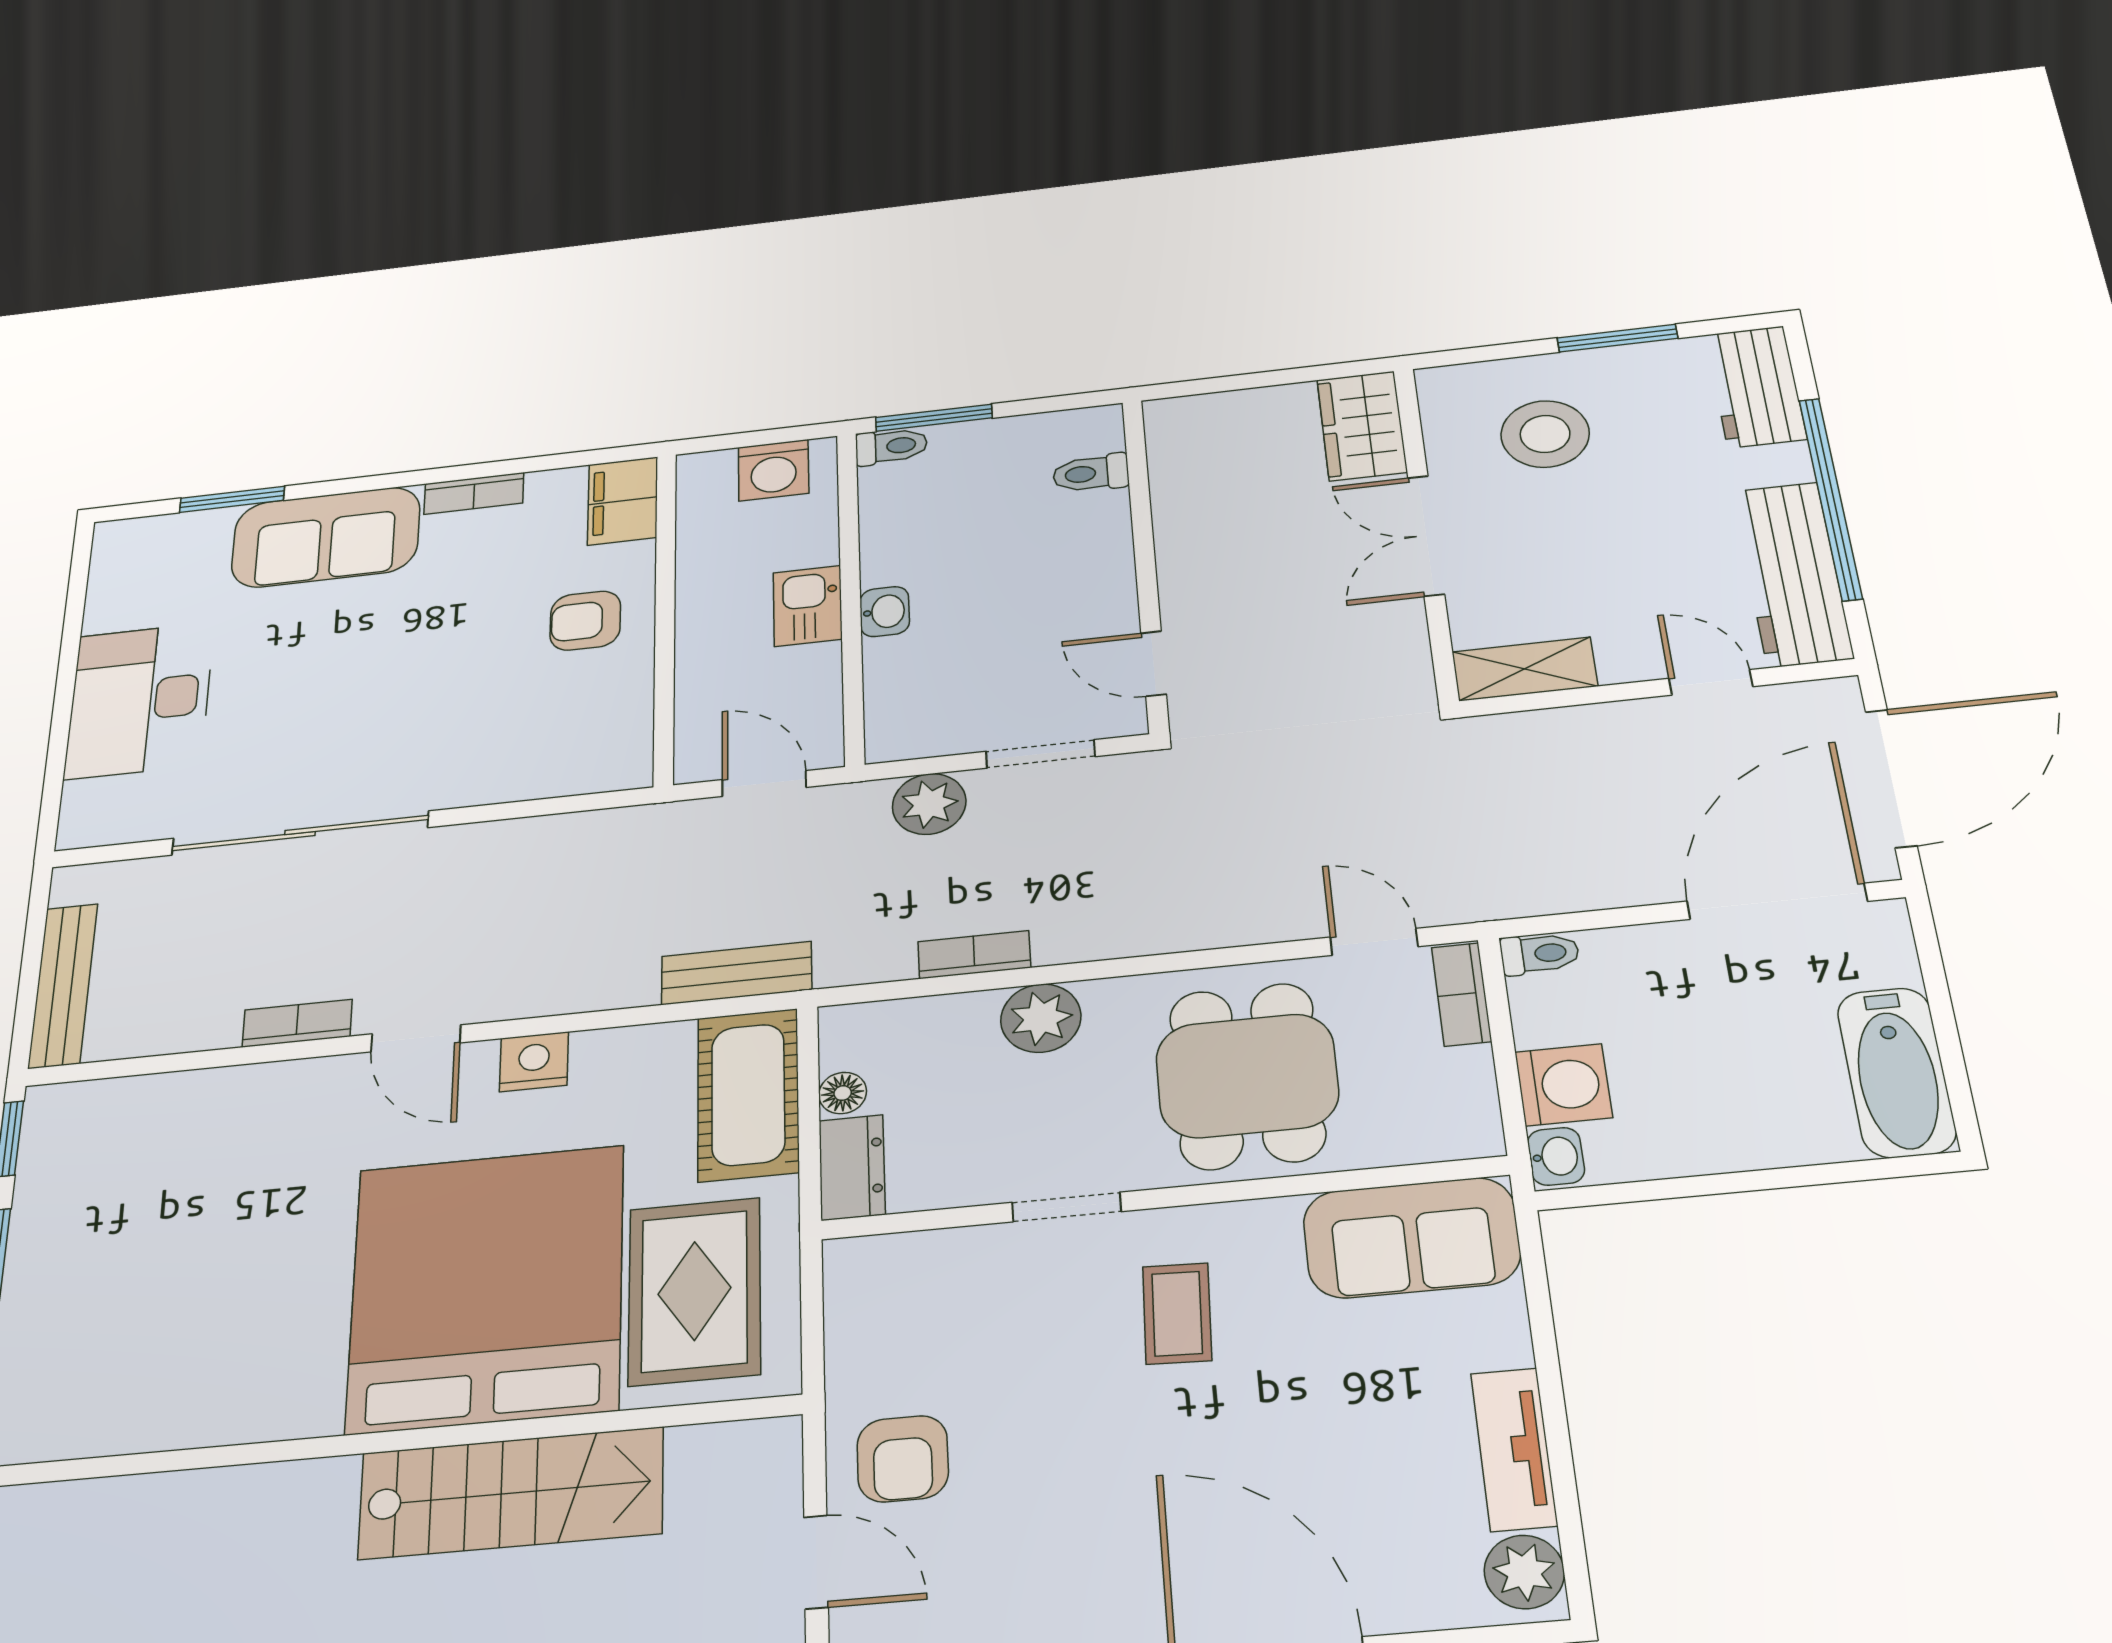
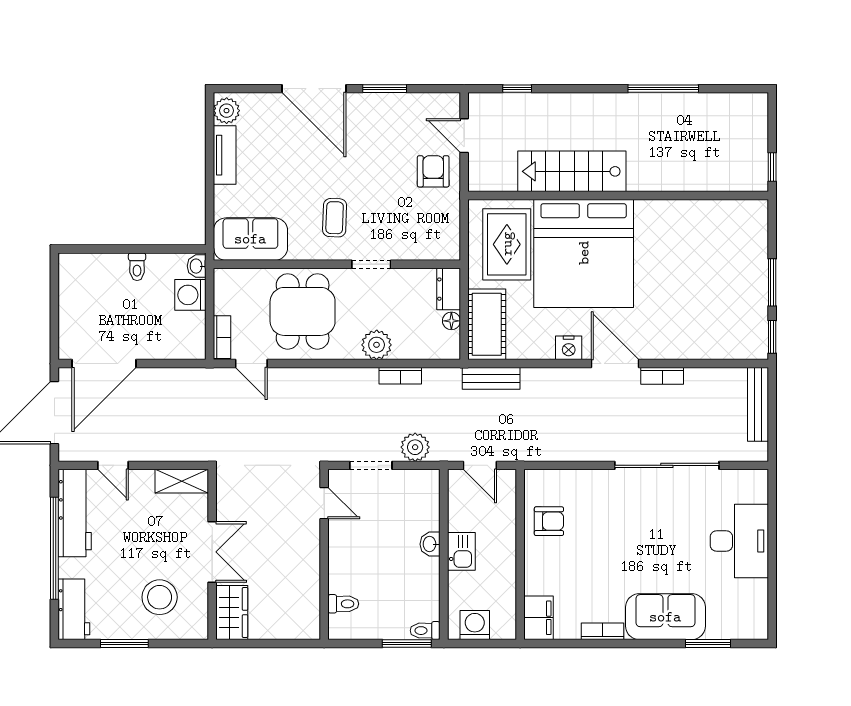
armchair: (585, 621) -> (549, 521), moved
toilet: (1540, 954) -> (137, 267), moved, turned -90
door: (416, 1038) -> (615, 364), width x1.38
bathtub: (1896, 1072) -> (74, 287), removed

